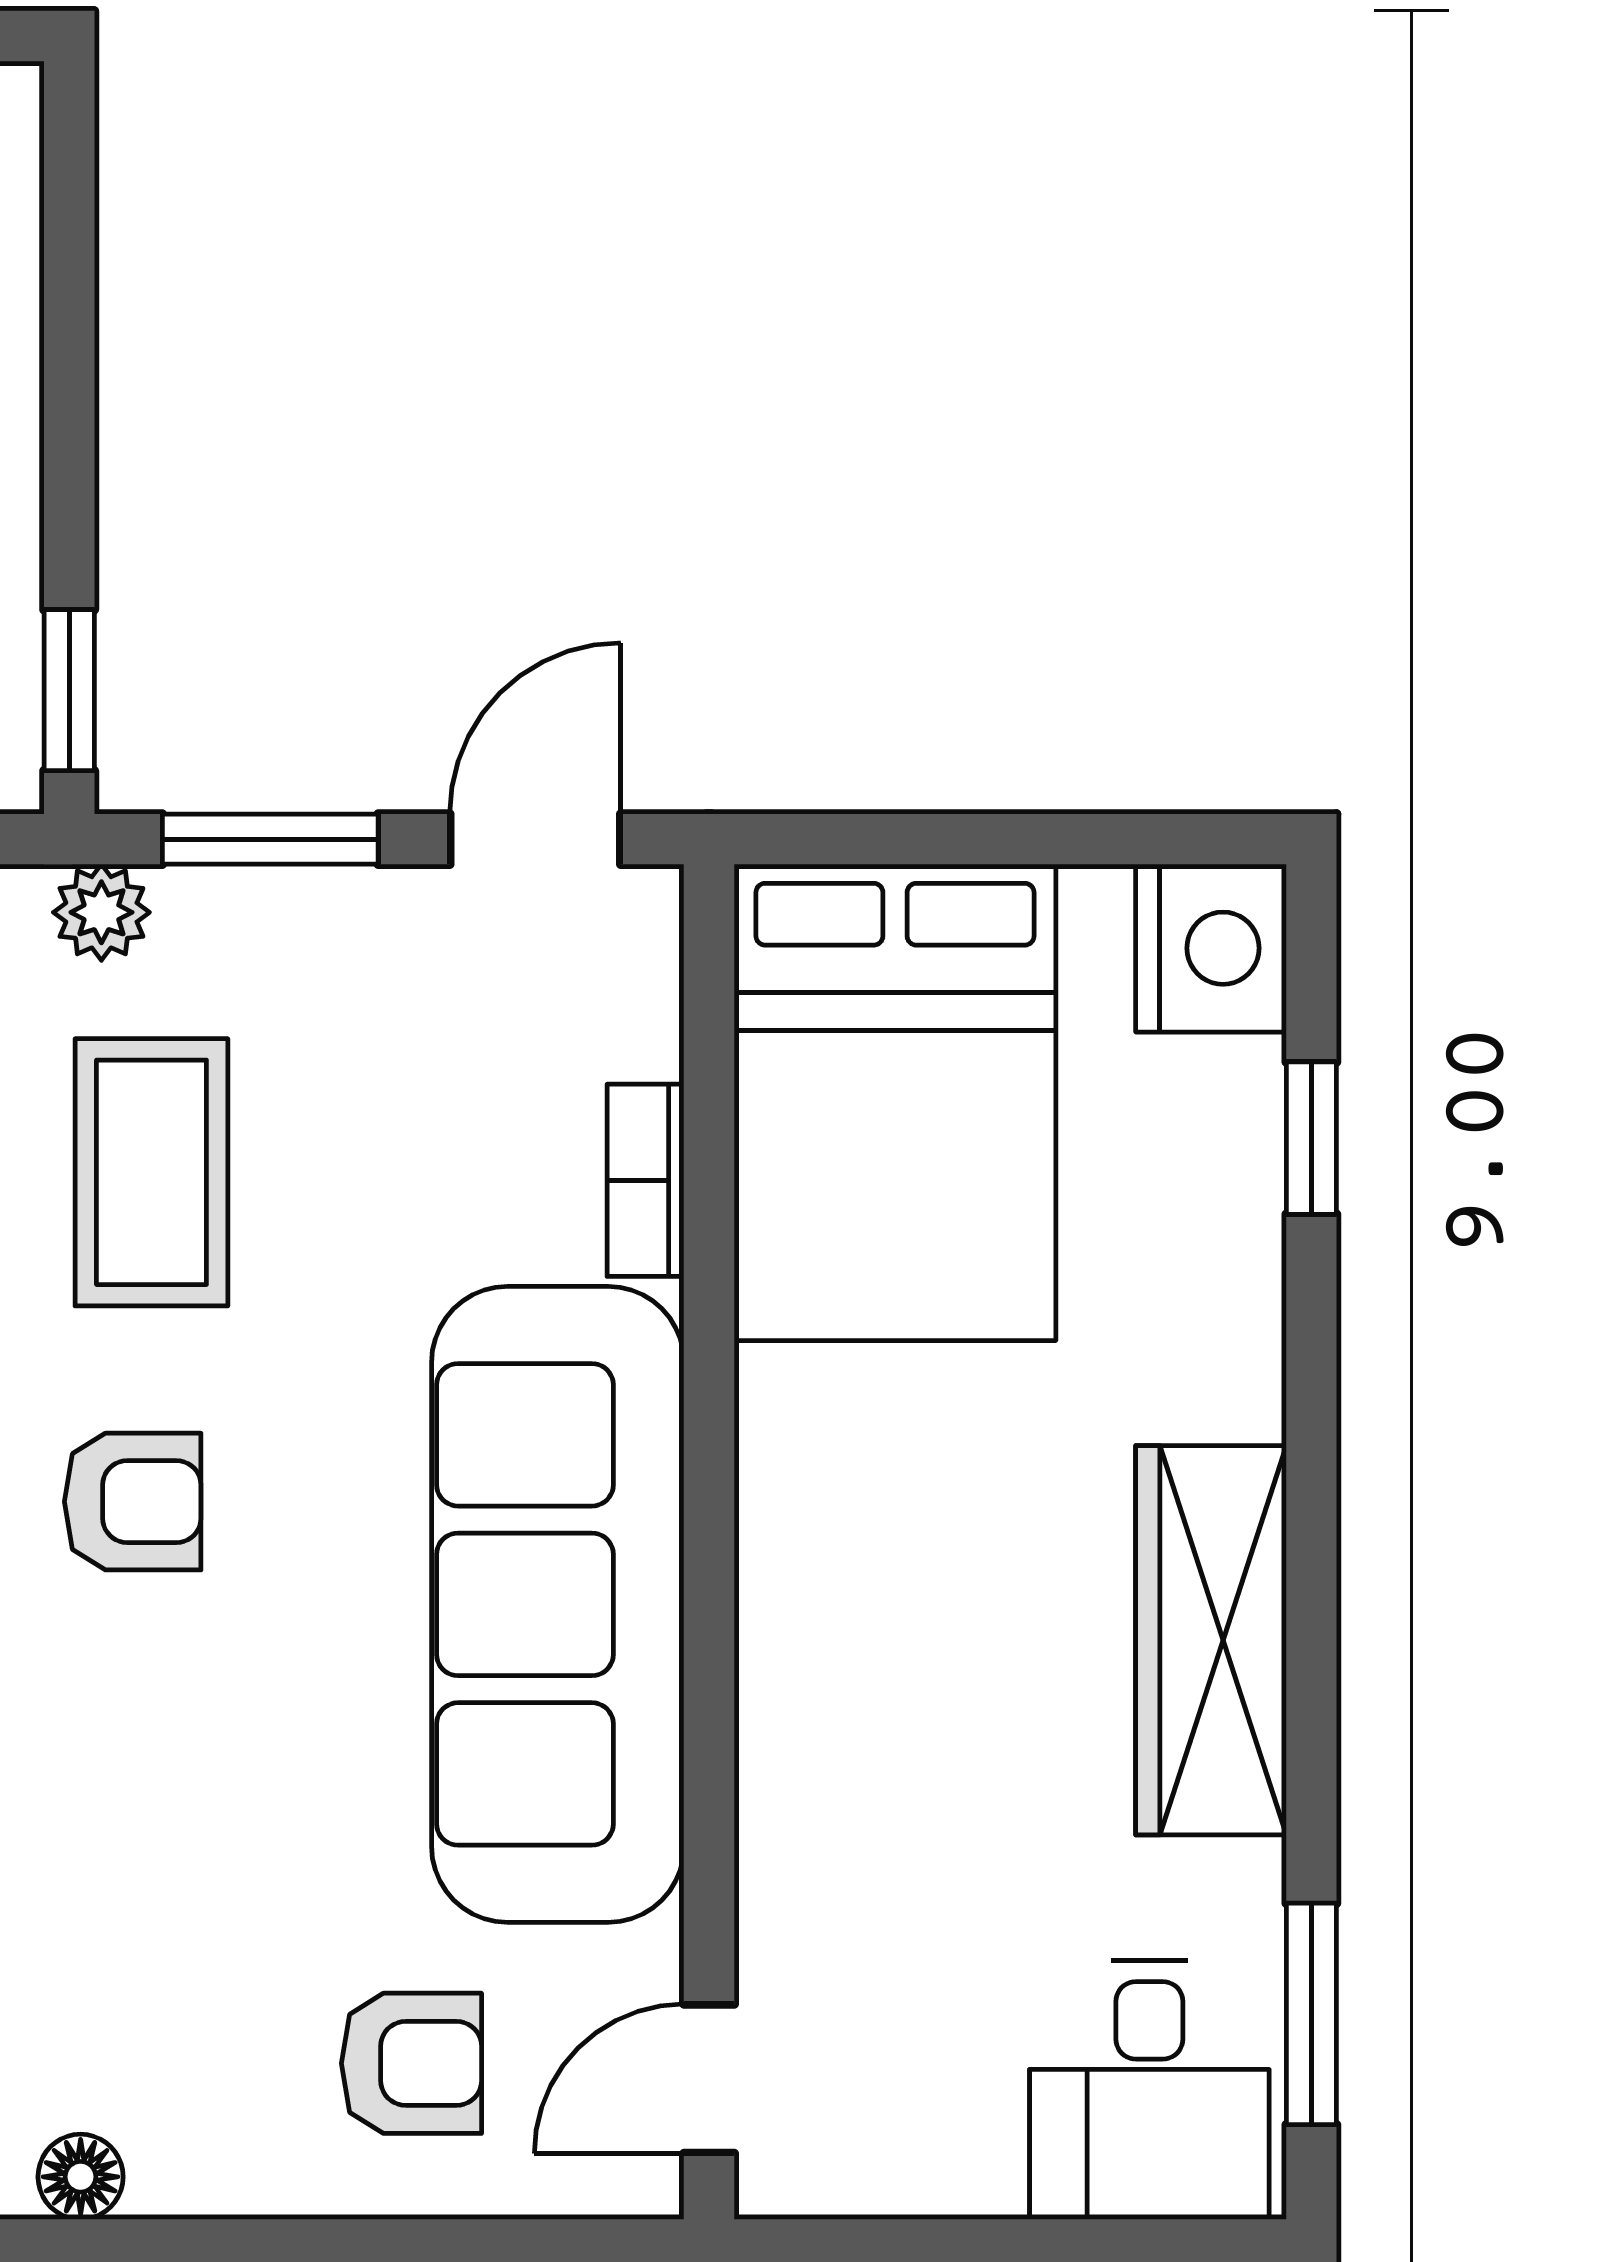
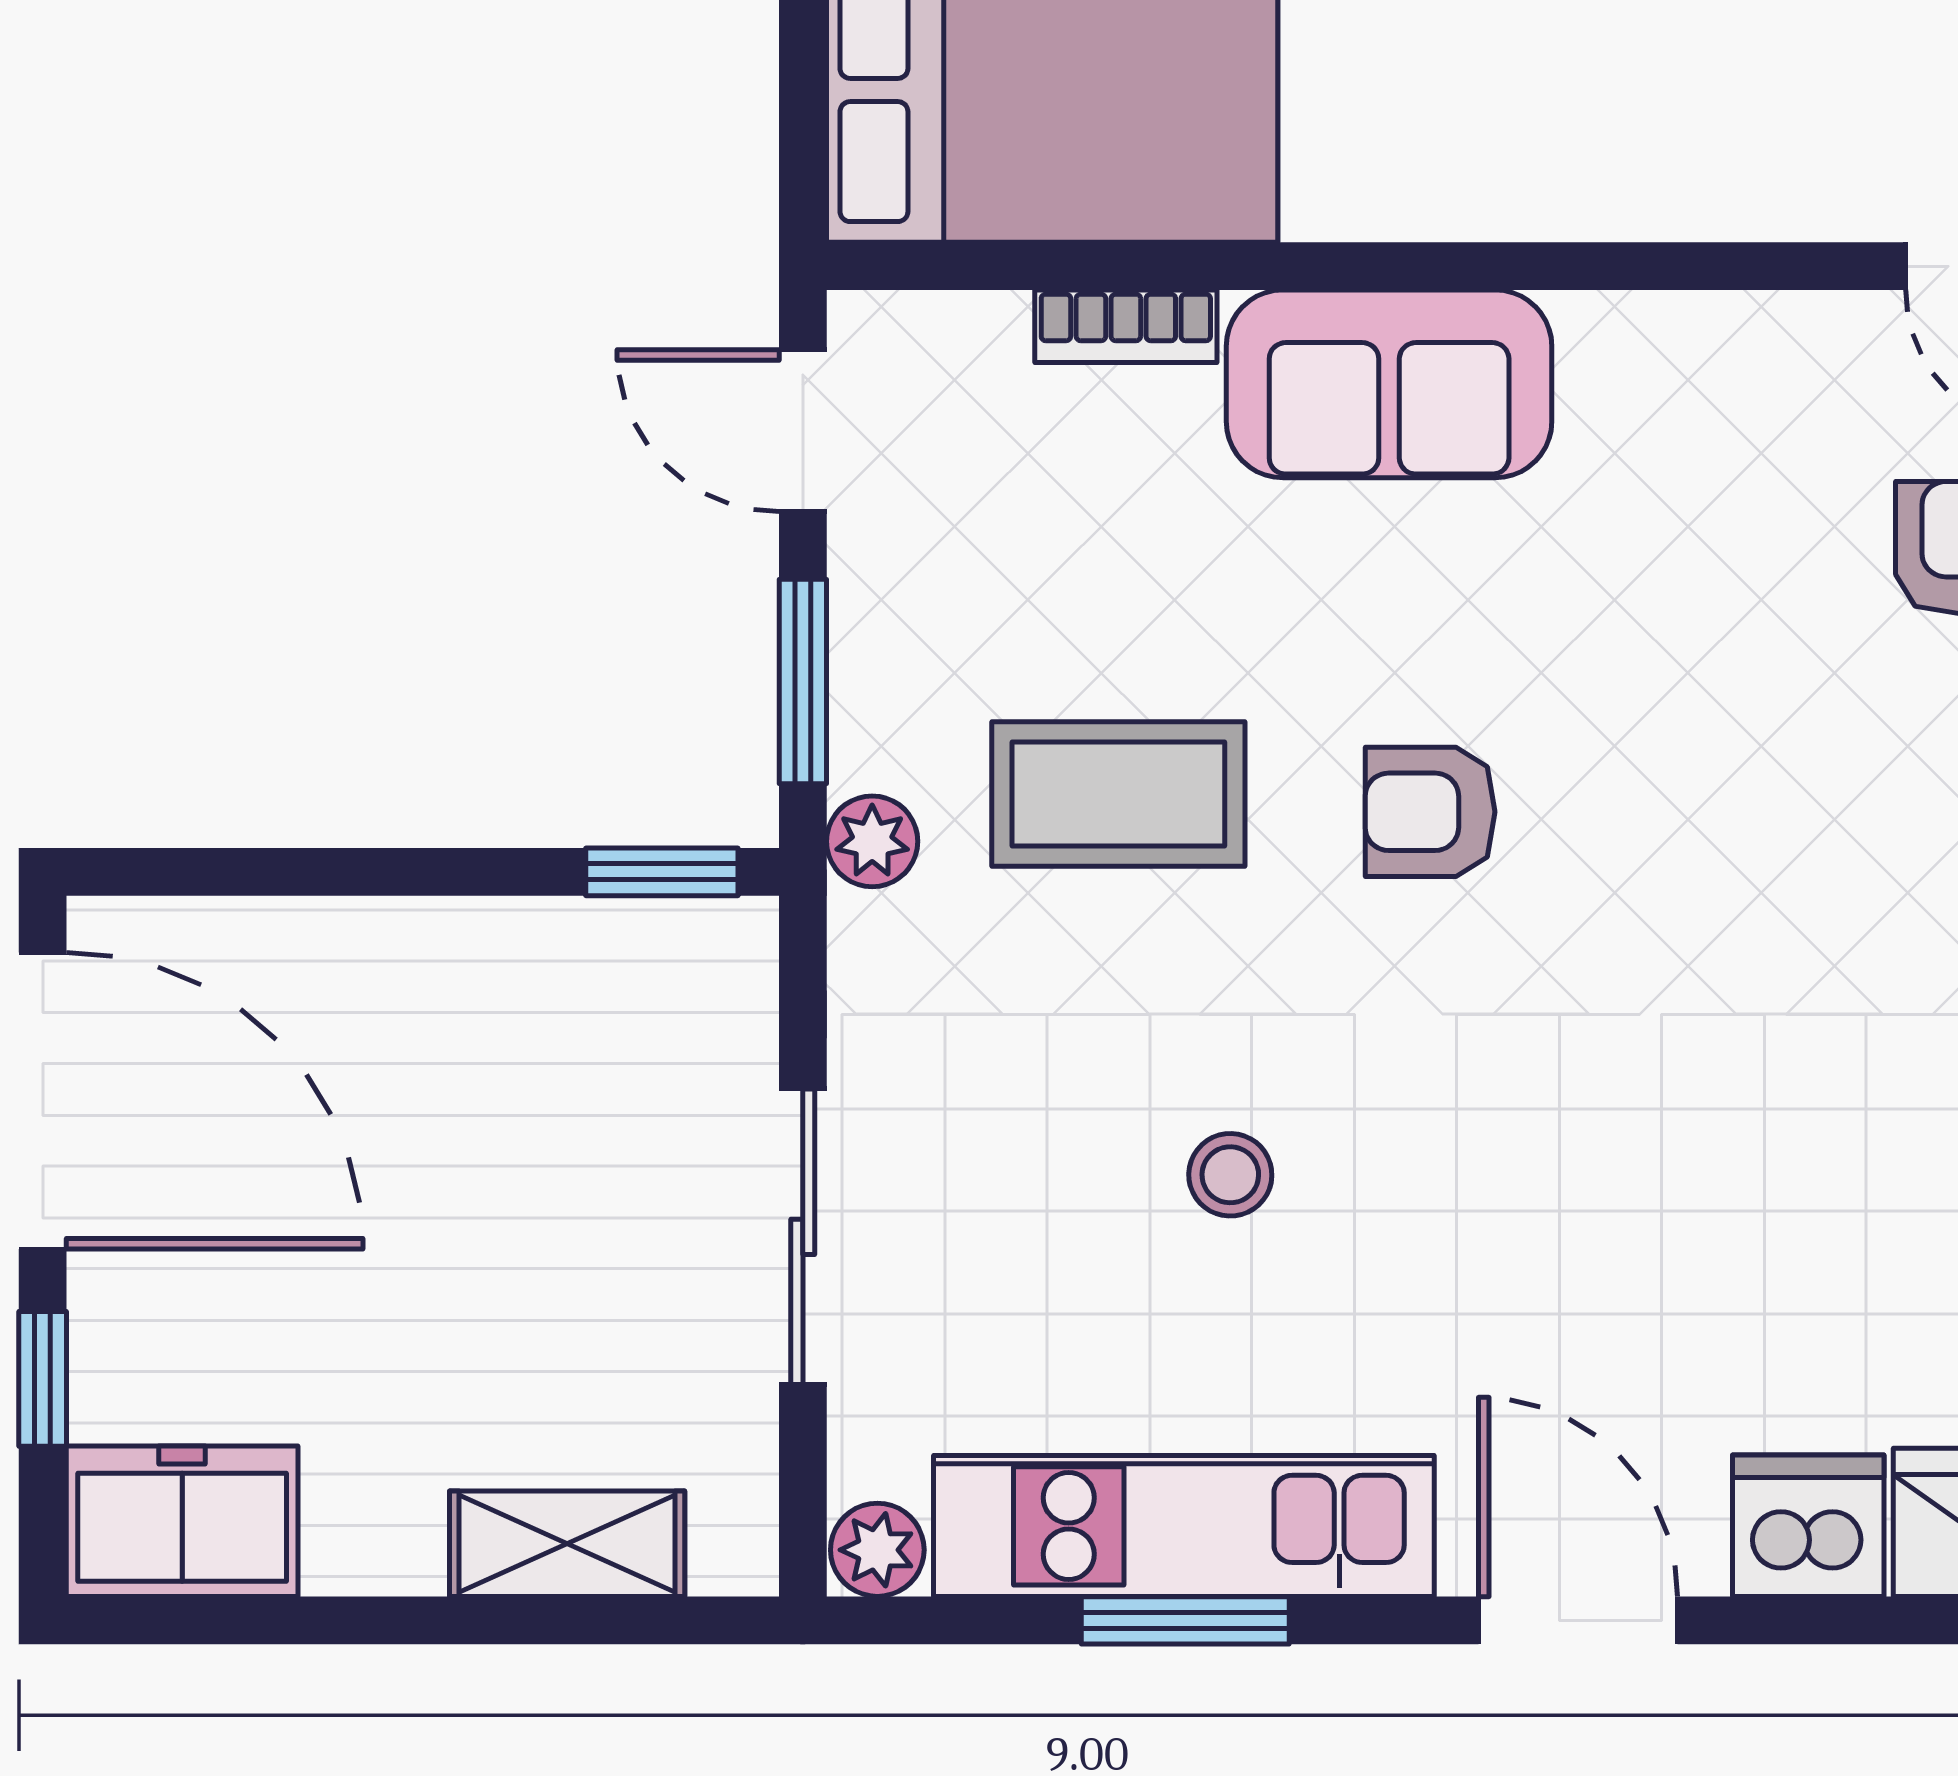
armchair: (133, 1502) -> (1430, 812), turned -90
sofa: (558, 1604) -> (1389, 384), width x0.54, depth x0.79

